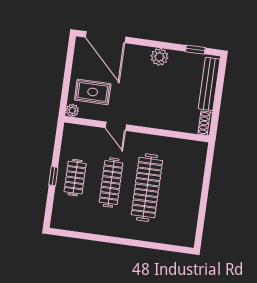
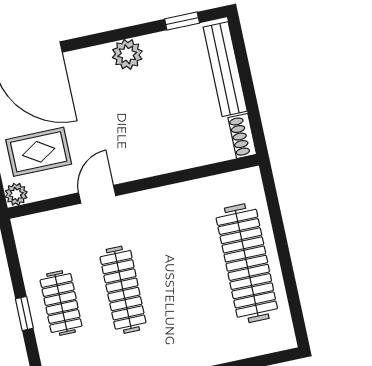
door: (116, 126) -> (97, 194), swing flipped
clothes rail: (147, 188) -> (247, 263), moved

